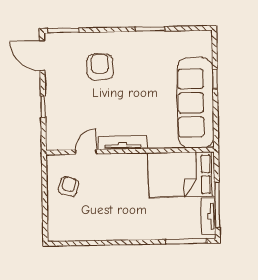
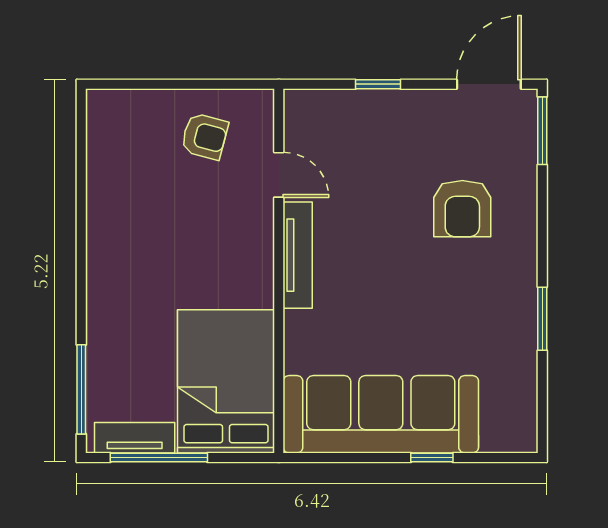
armchair: (100, 67) -> (462, 209), turned 90

